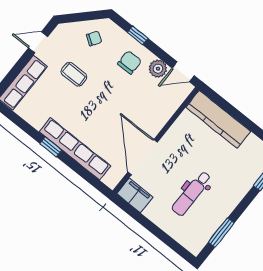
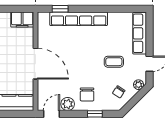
plant: (67, 29) -> (139, 85), added
window: (51, 147) -> (60, 9), moved
door: (143, 157) -> (35, 64), moved

